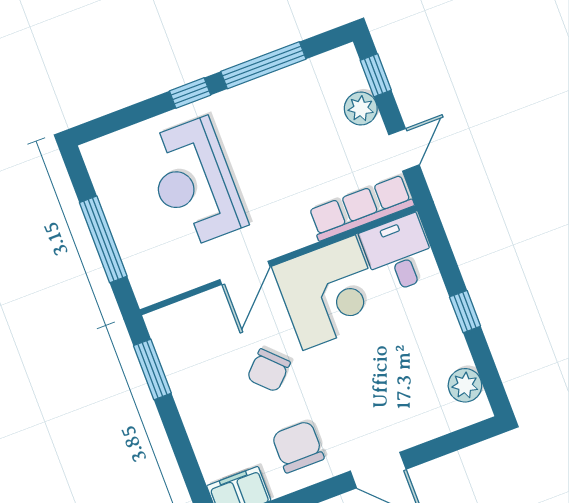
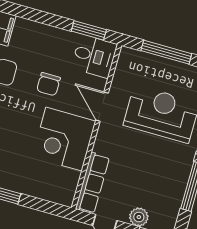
desk: (399, 254) -> (94, 56), moved
chair: (269, 370) -> (49, 84), turned -135

